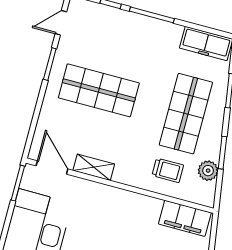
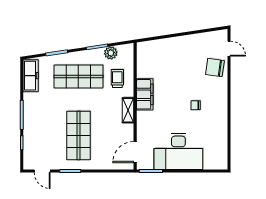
shelving: (94, 167) -> (128, 110), moved
filing cabinet: (185, 218) -> (145, 94), moved

